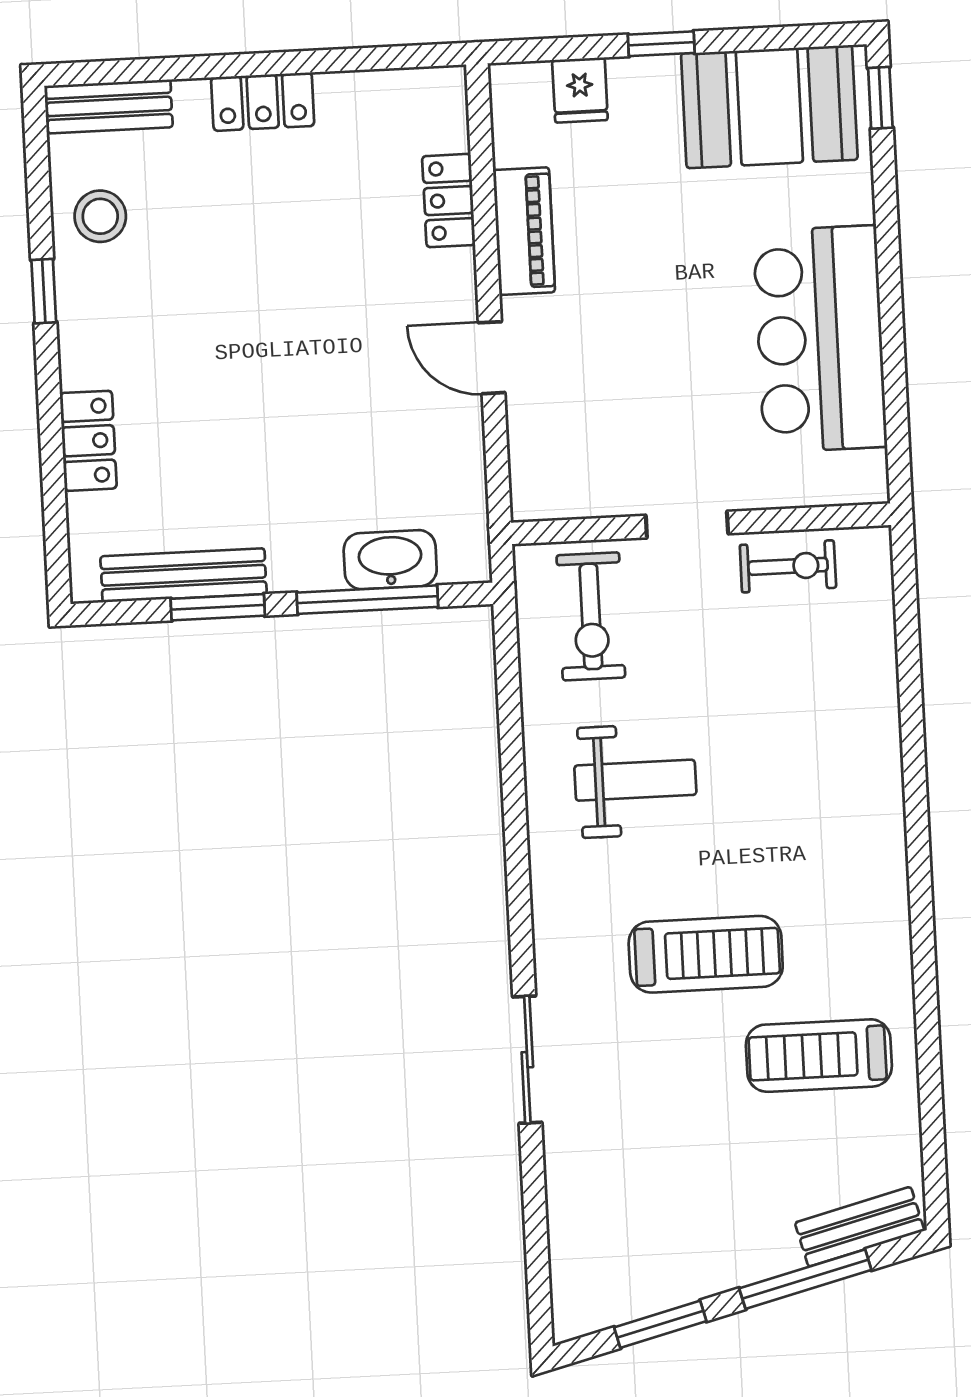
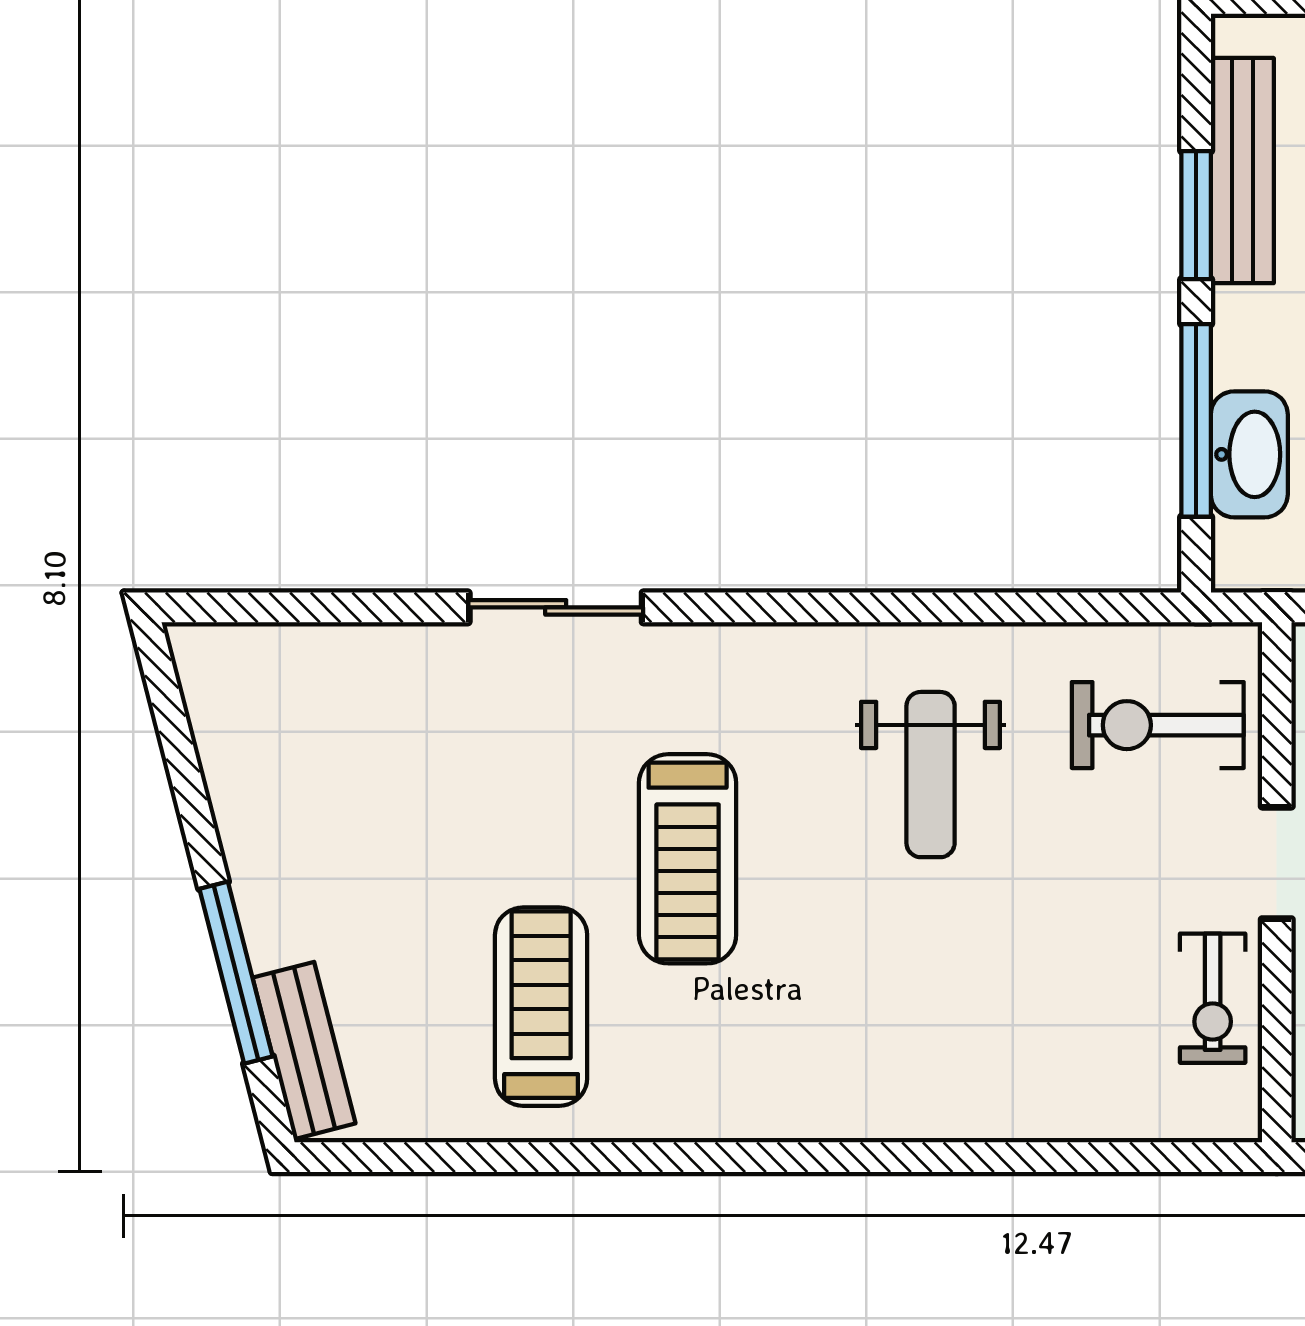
window: (660, 1324) -> (184, 771), removed

